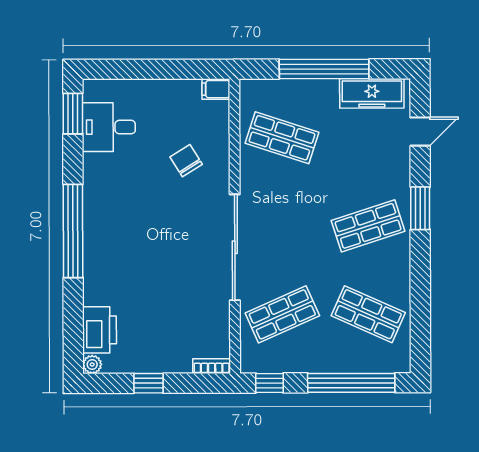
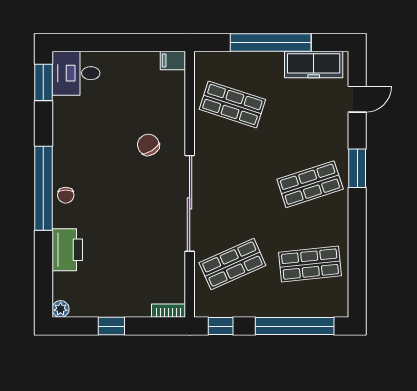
desk: (109, 127) -> (76, 73), moved
chair: (186, 161) -> (148, 145), moved
chair: (98, 239) -> (66, 195), added
shop shelf: (368, 314) -> (310, 264), turned -30
printer: (100, 330) -> (67, 250), moved

